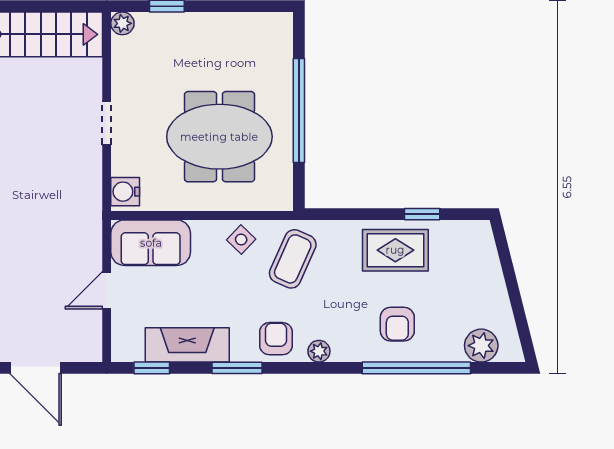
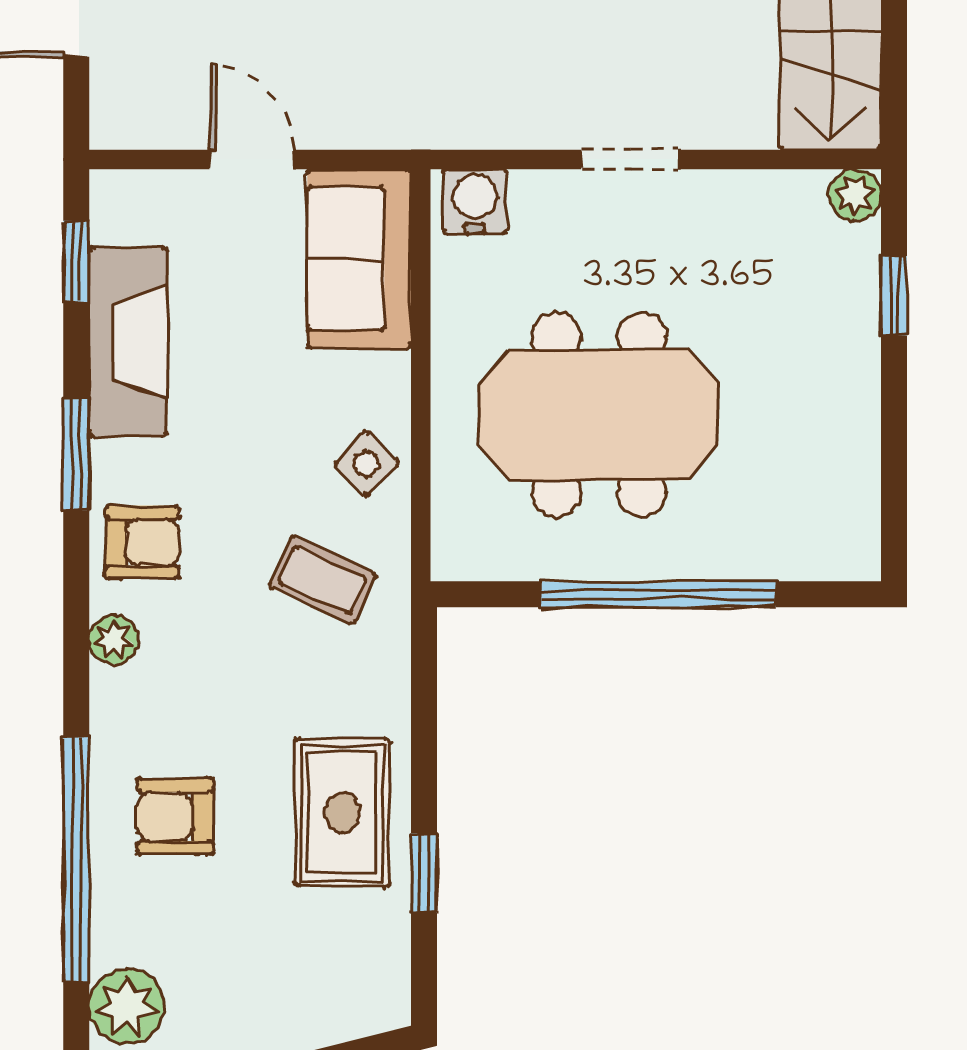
meeting table: (219, 137) -> (599, 415), turned 90
coffee table: (293, 259) -> (323, 580), width x0.73, depth x0.77

